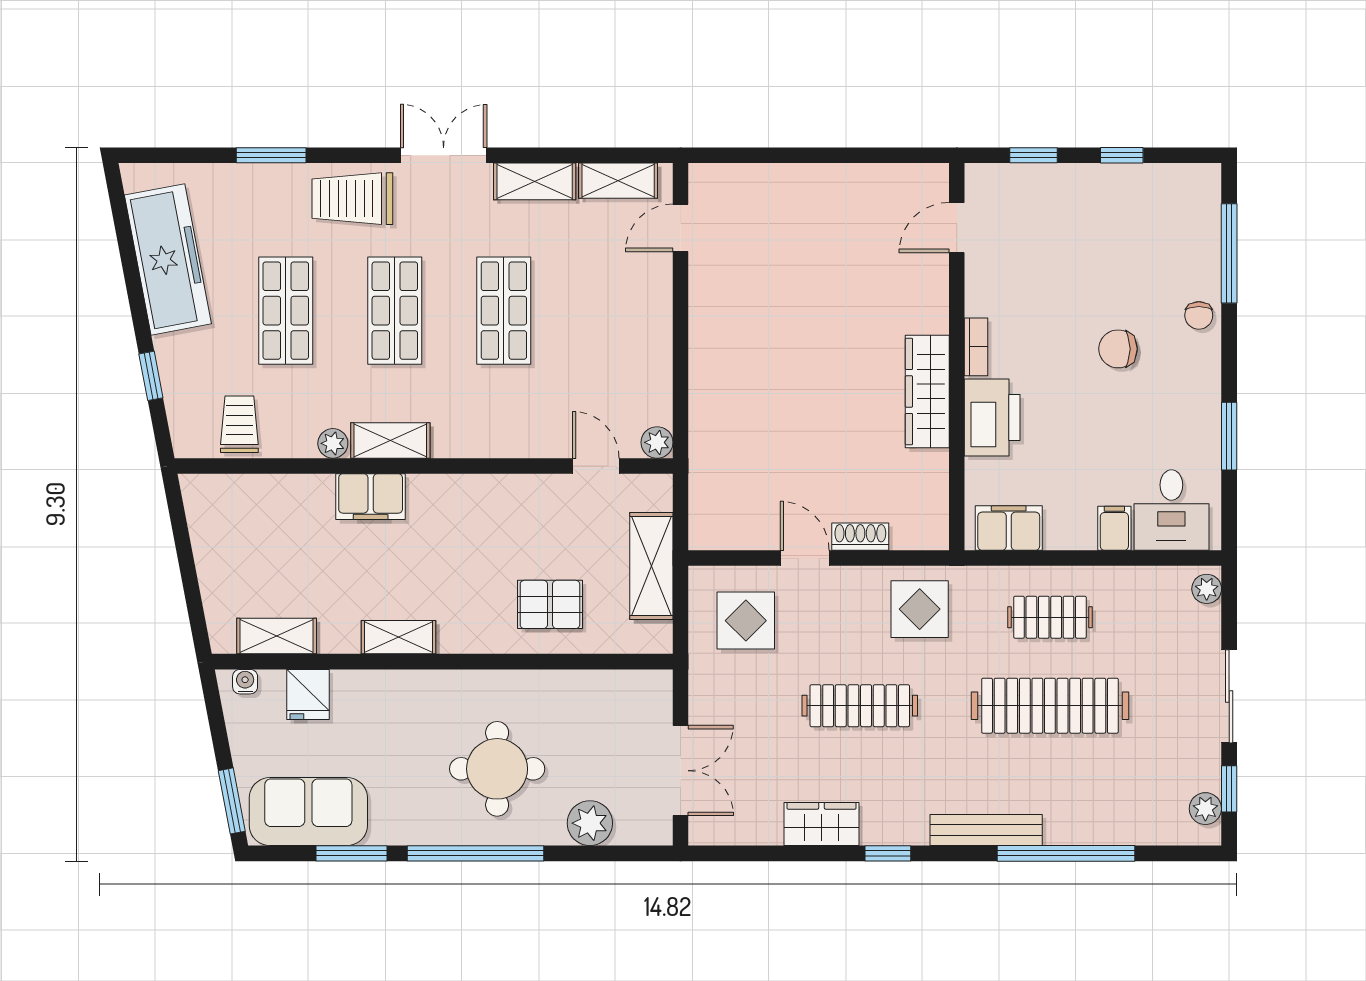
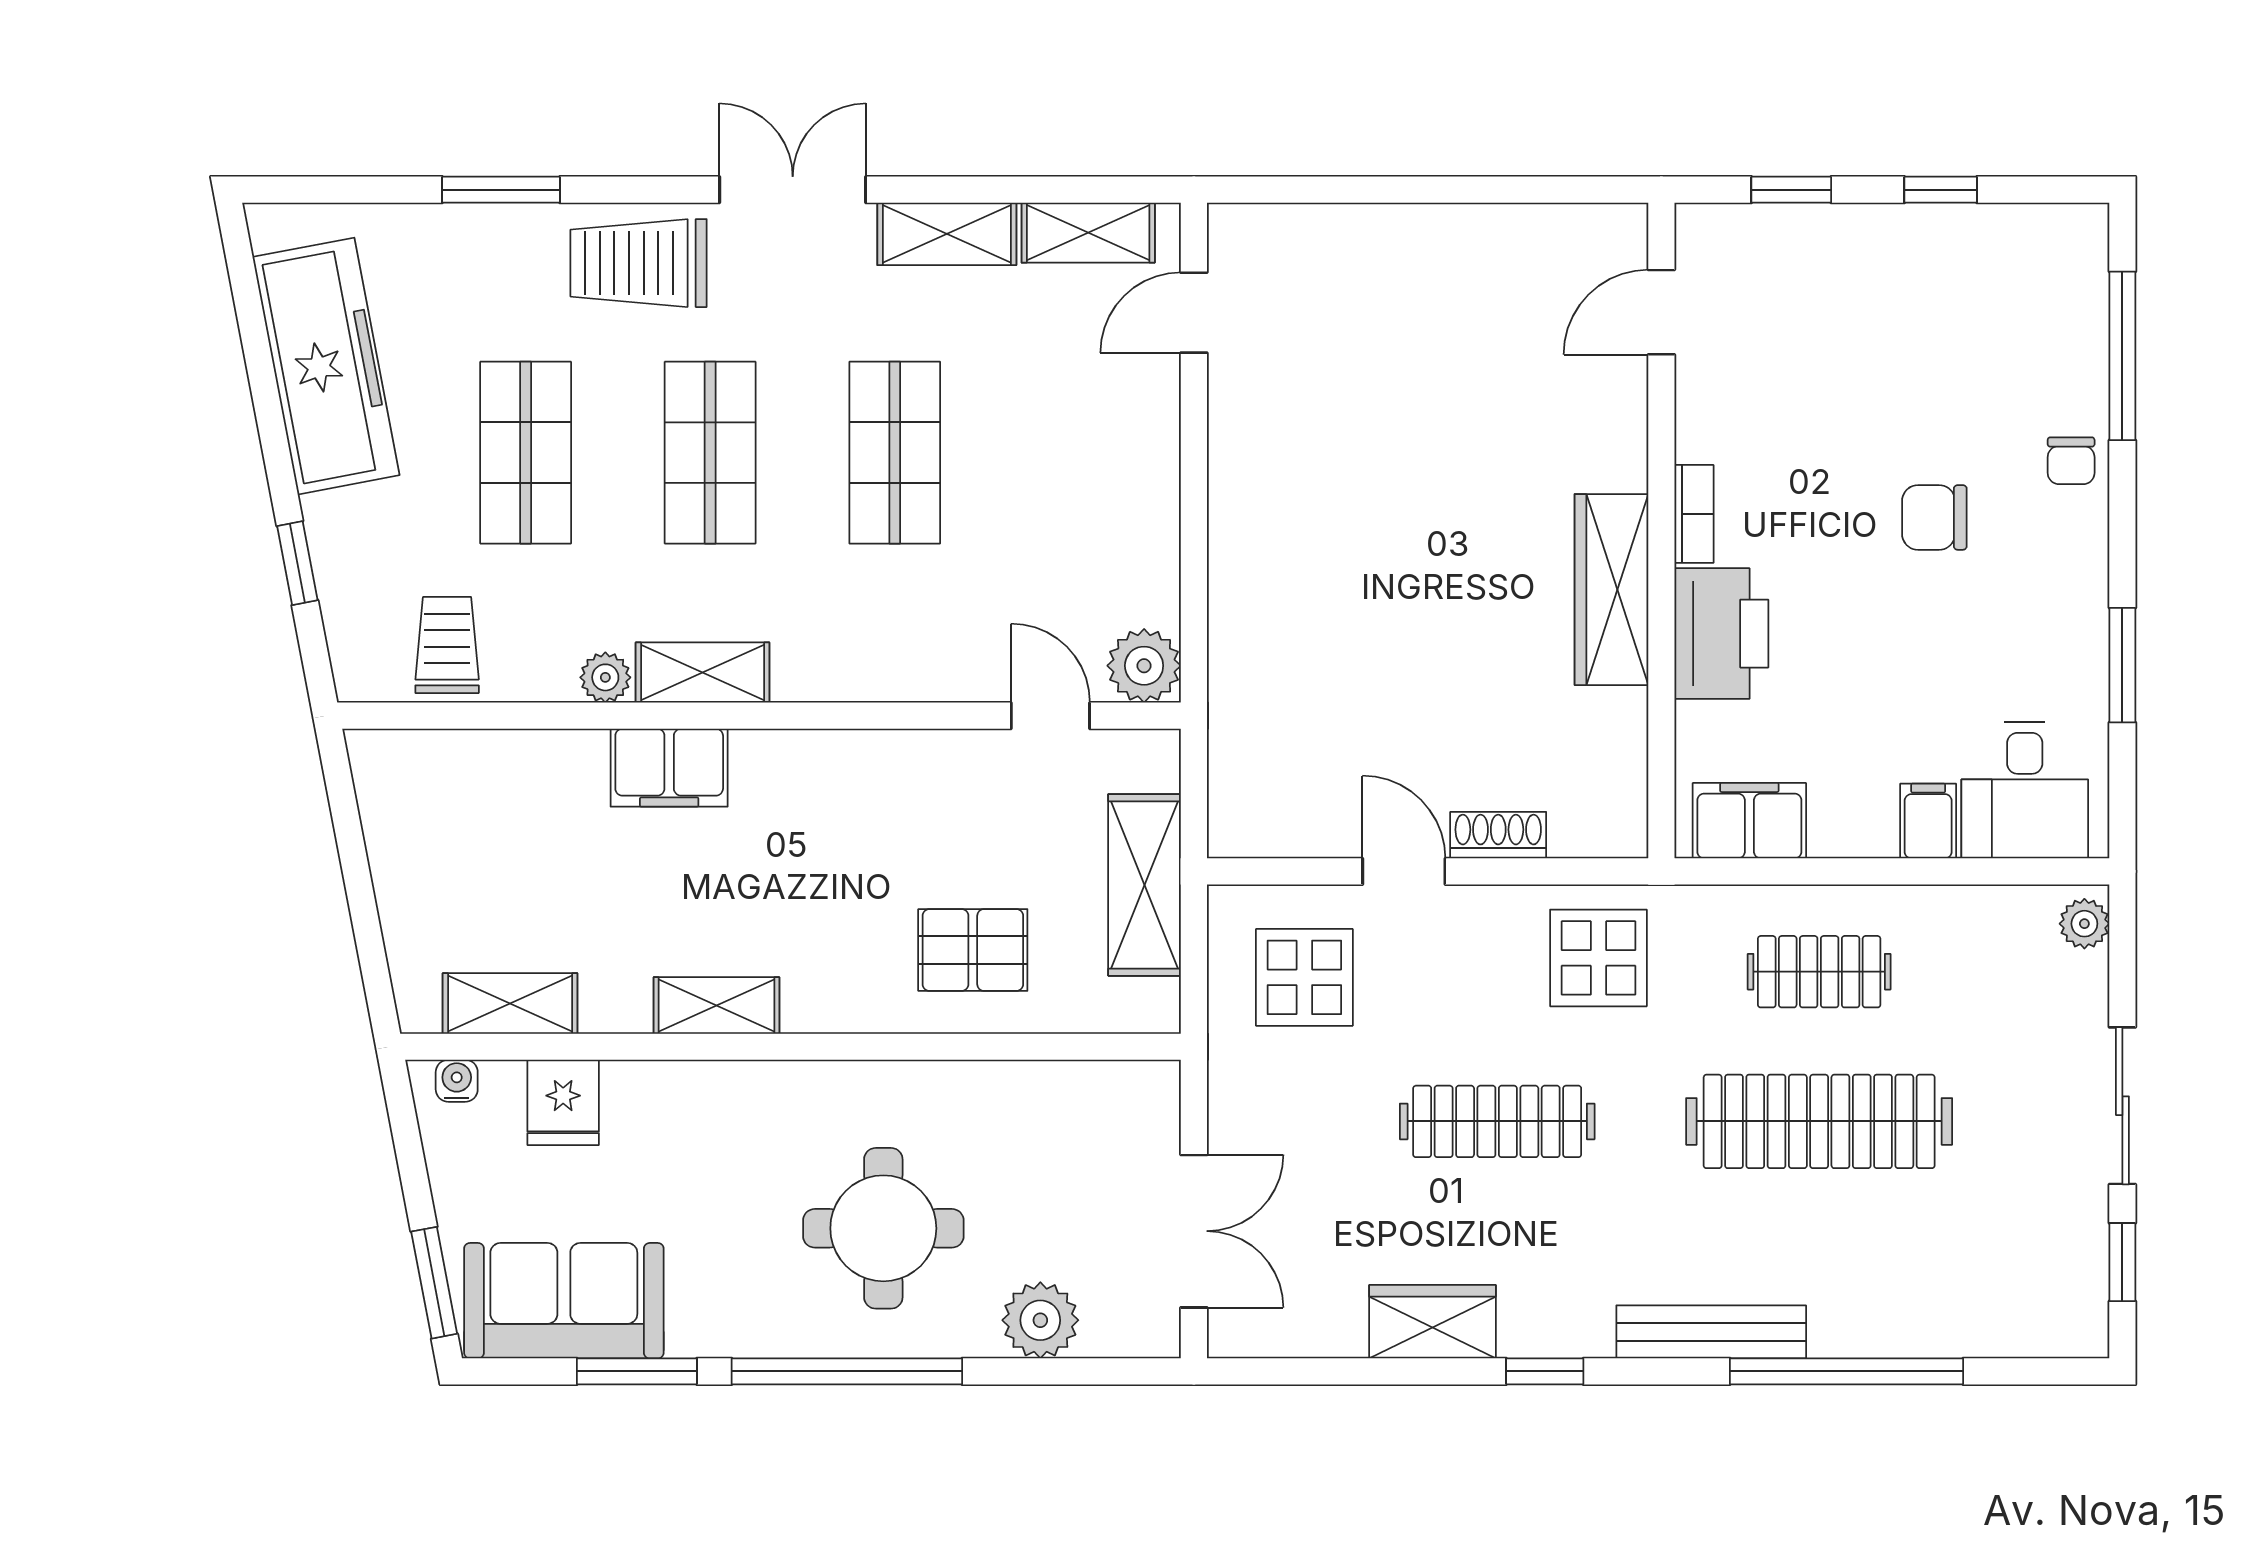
plant: (657, 442) -> (1144, 666), width x1.38, depth x1.38
plant: (1205, 809) -> (2082, 1296), removed

